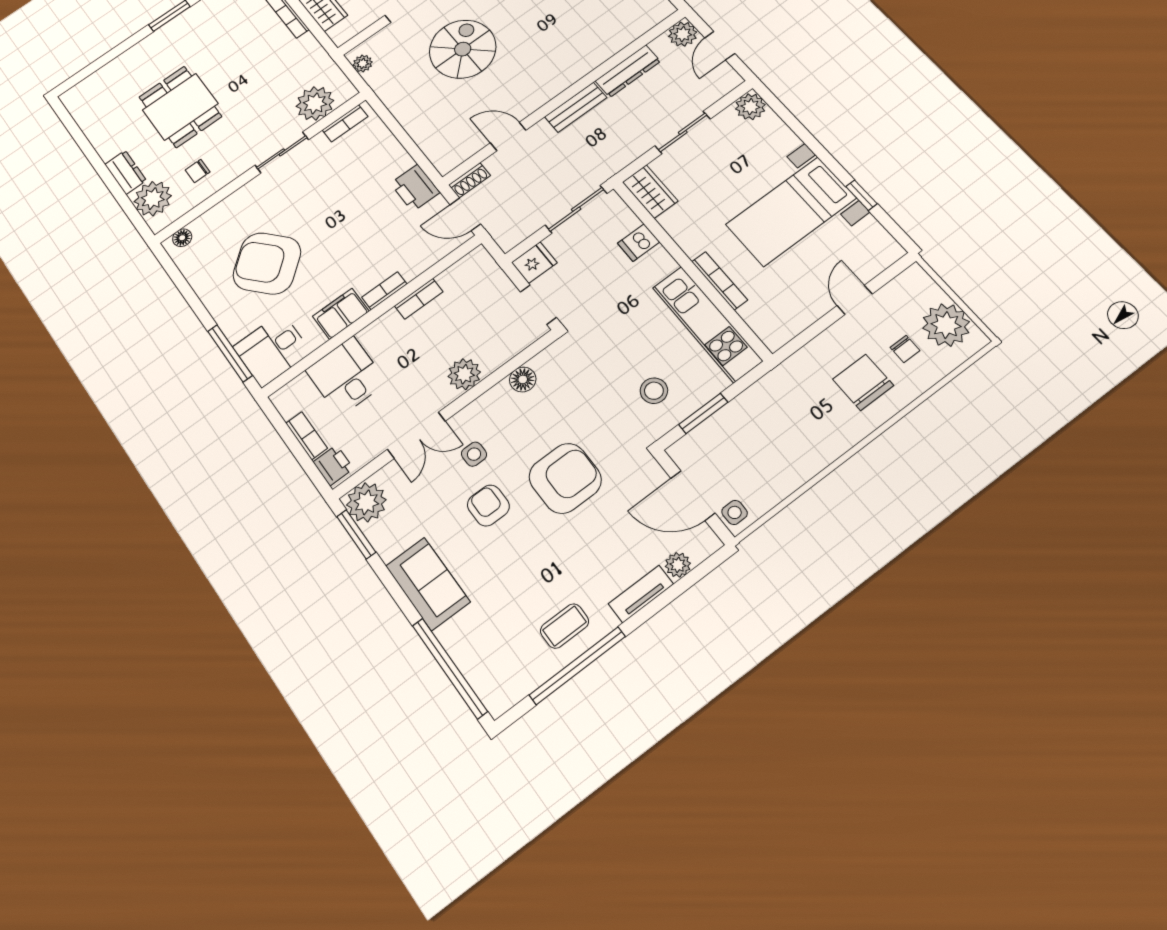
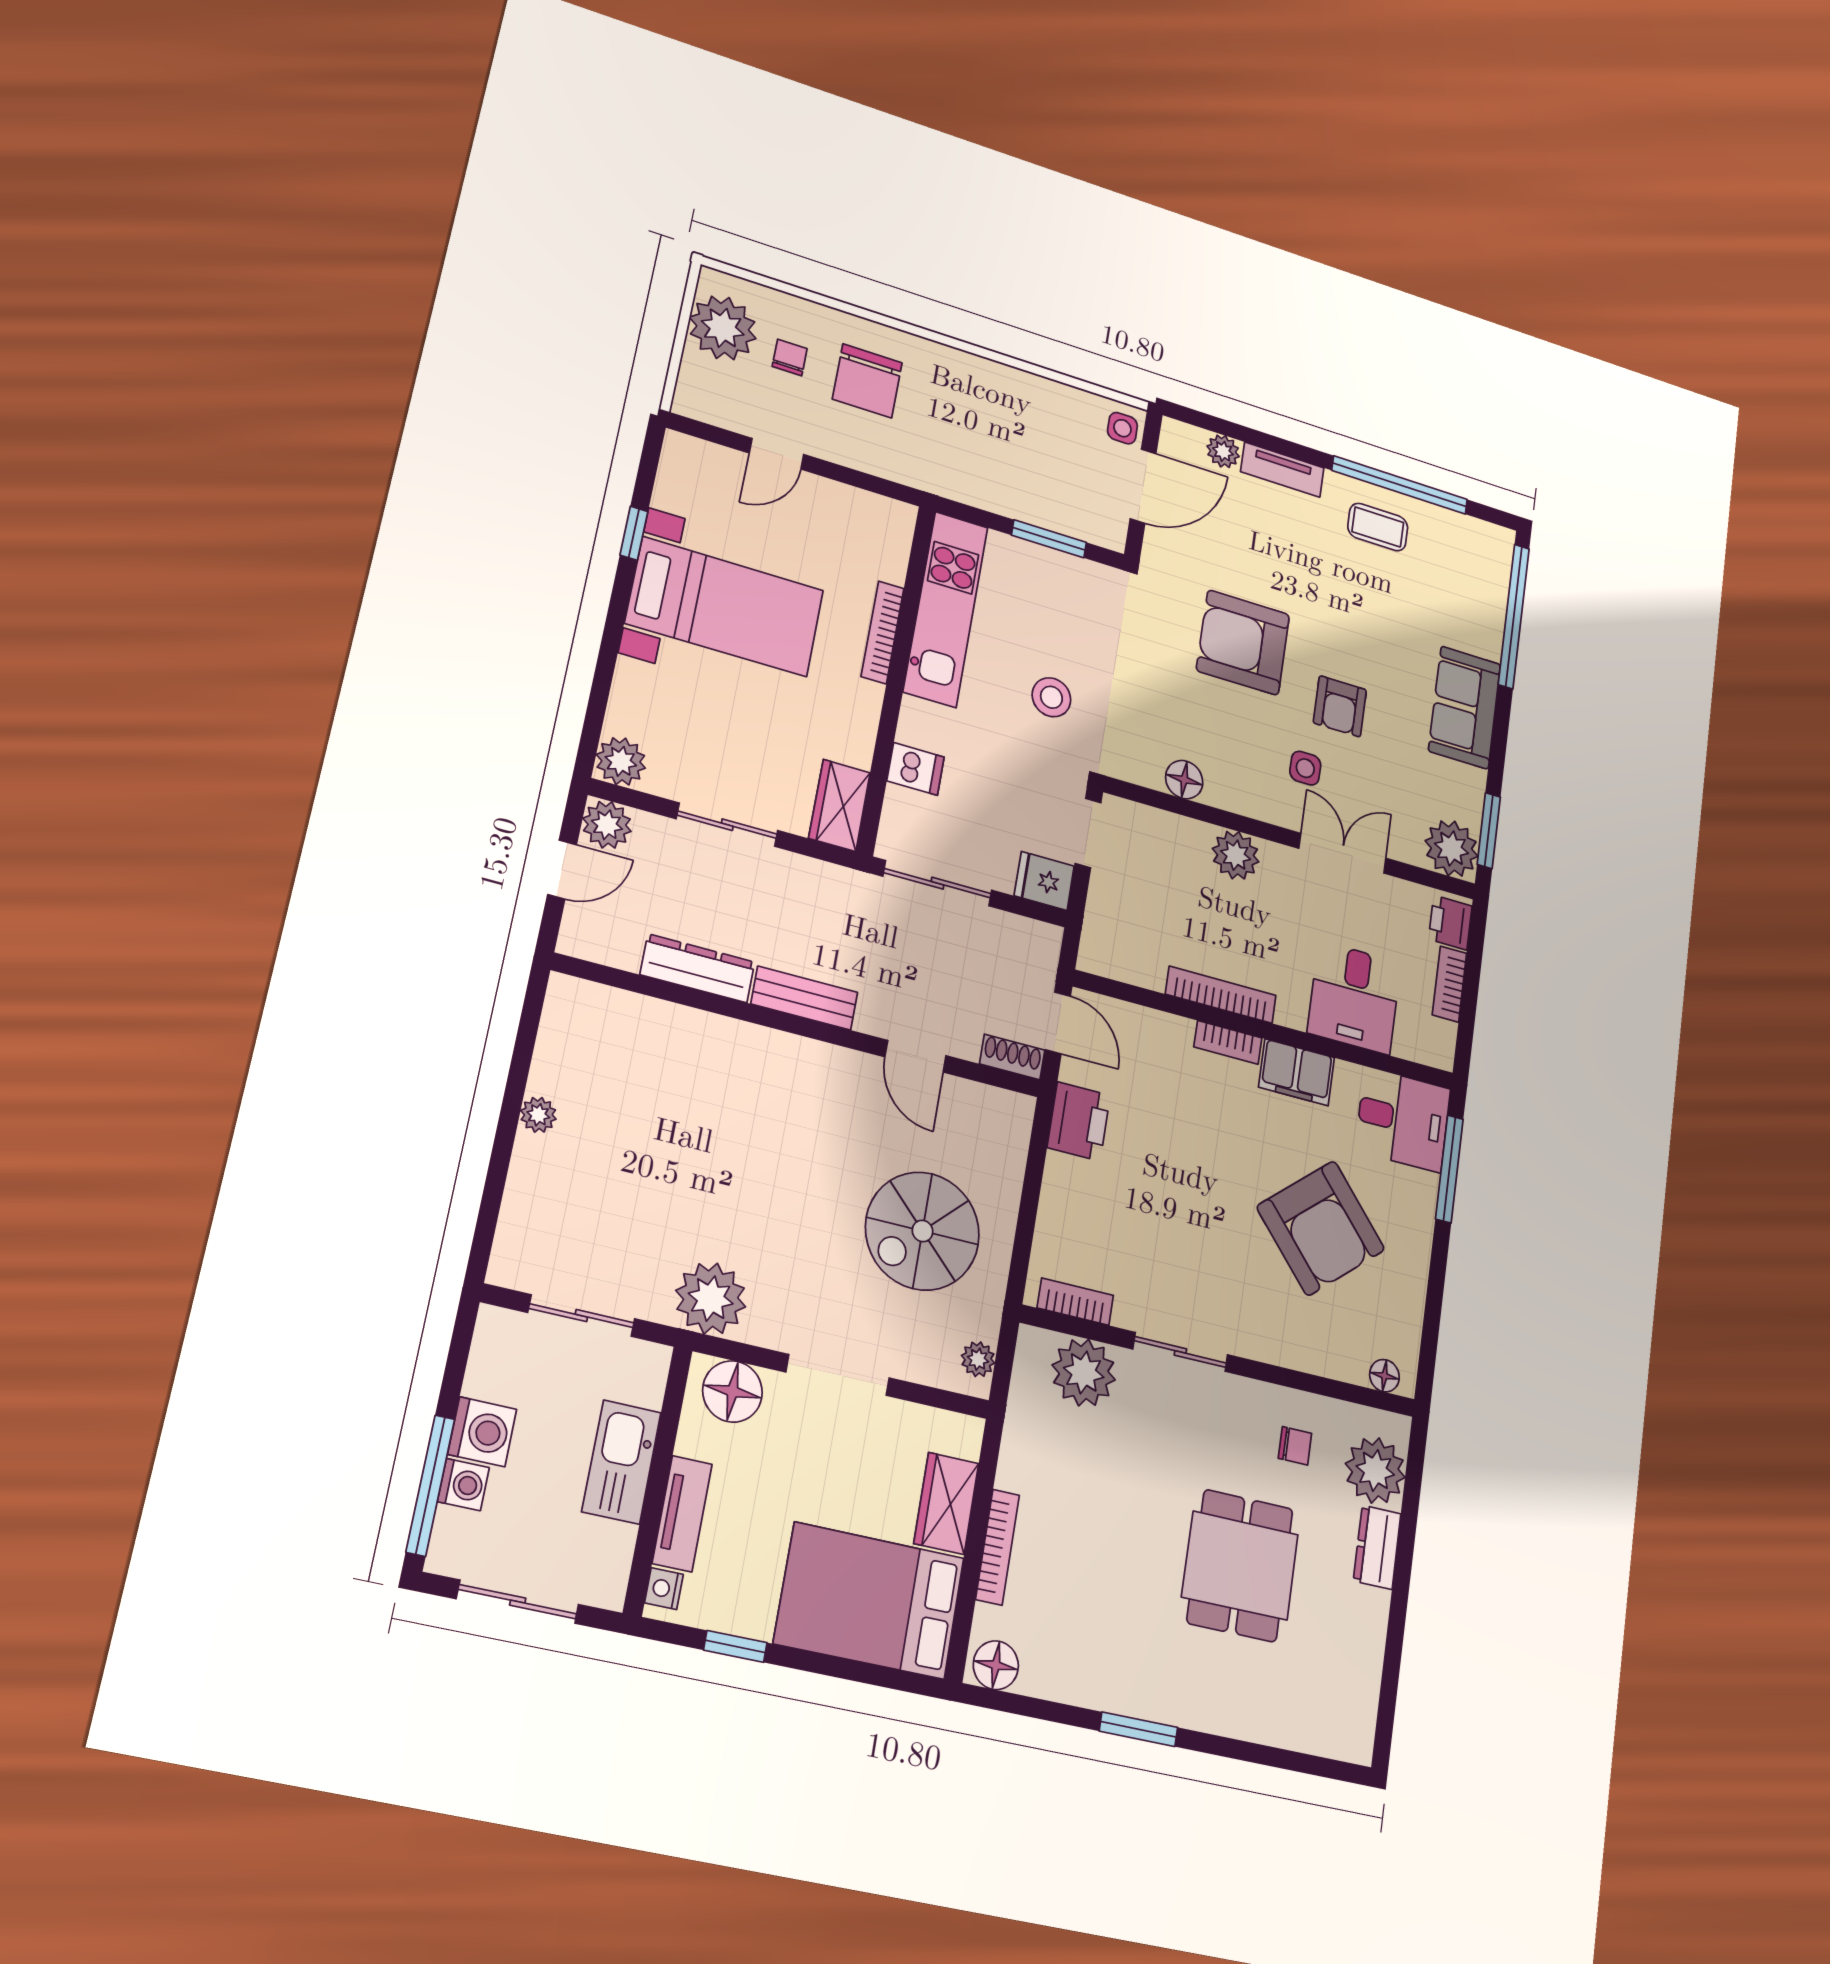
plant: (683, 34) -> (607, 825), moved
spiral stairs: (463, 49) -> (922, 1231), moved
bookcase: (419, 299) -> (1221, 995), width x1.56
stool: (654, 391) -> (1051, 697), moved
door: (693, 496) -> (1143, 486), hinge flipped

